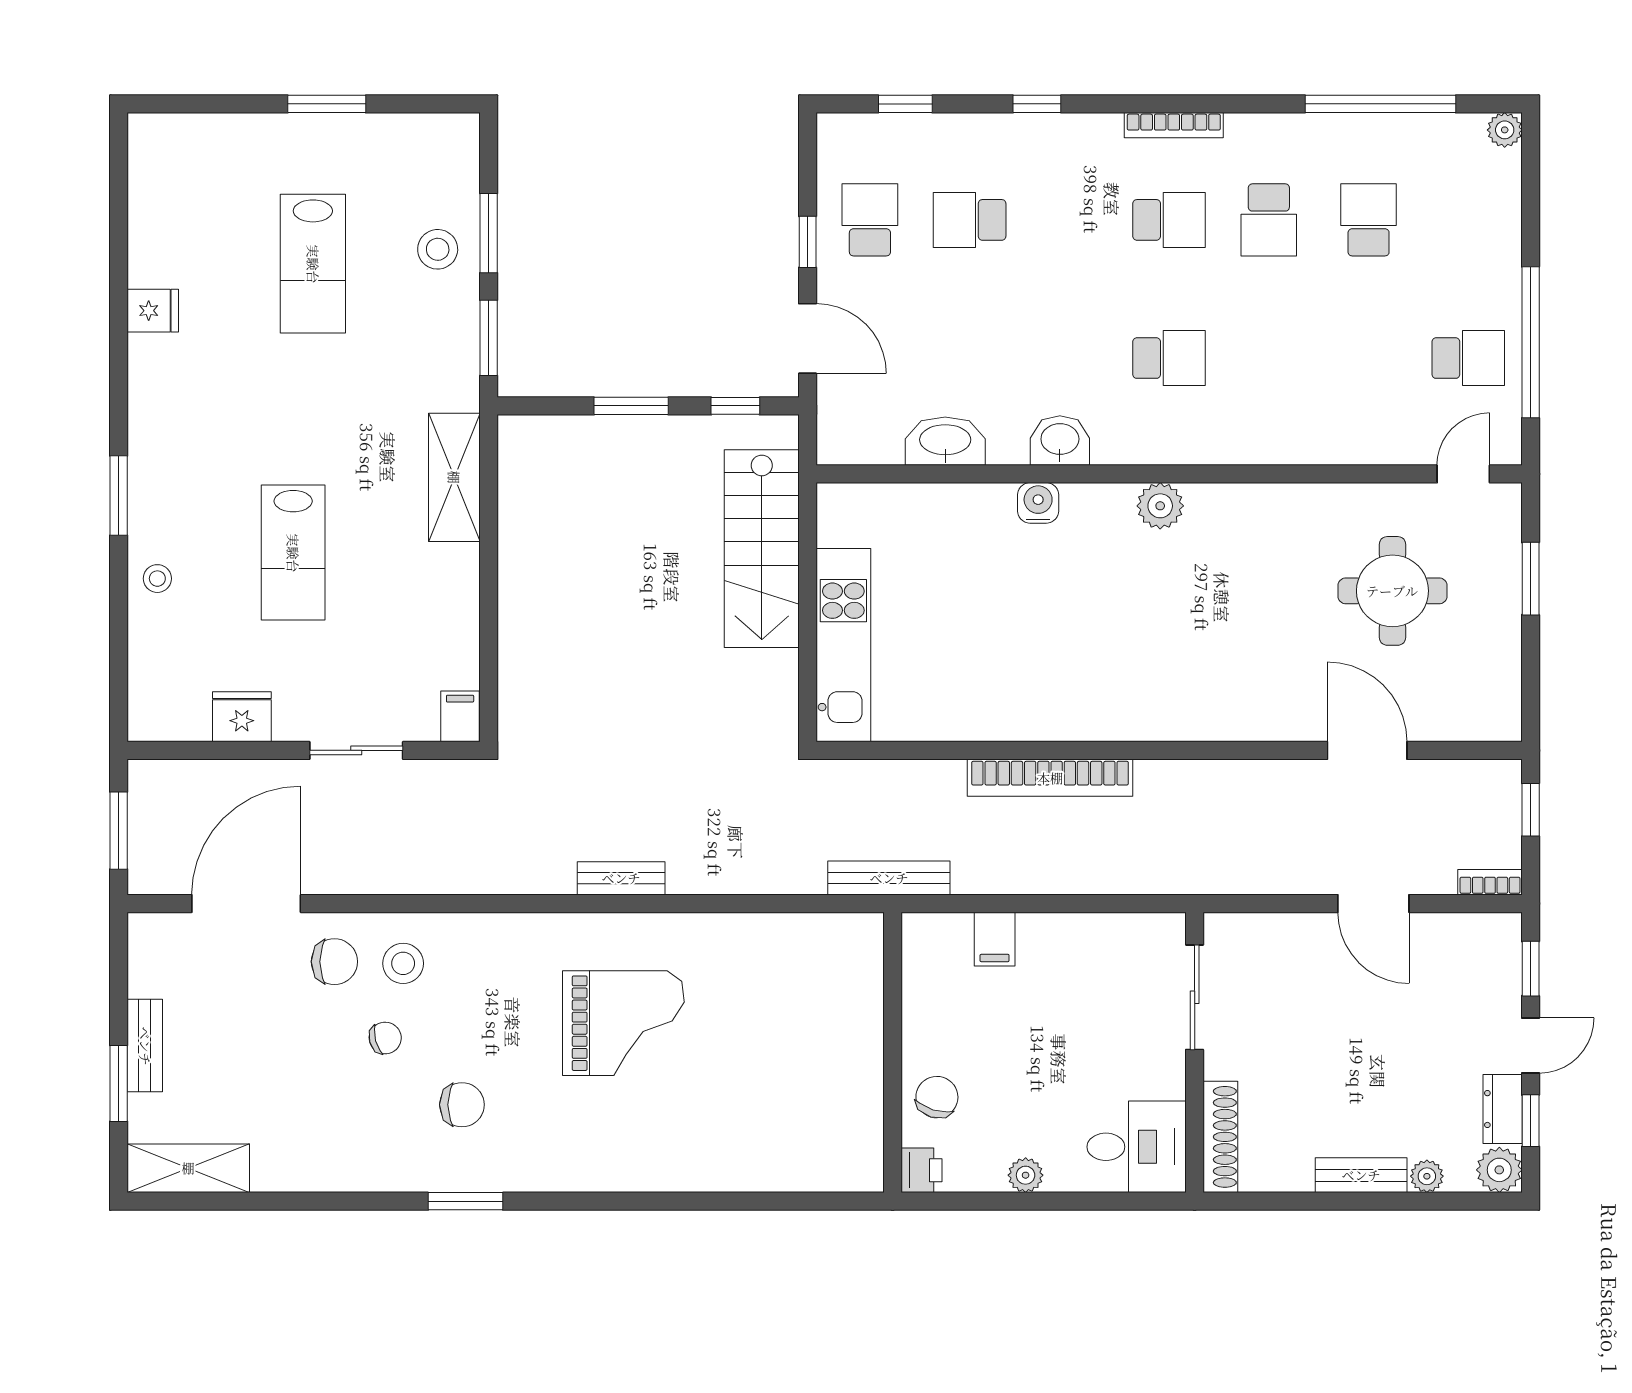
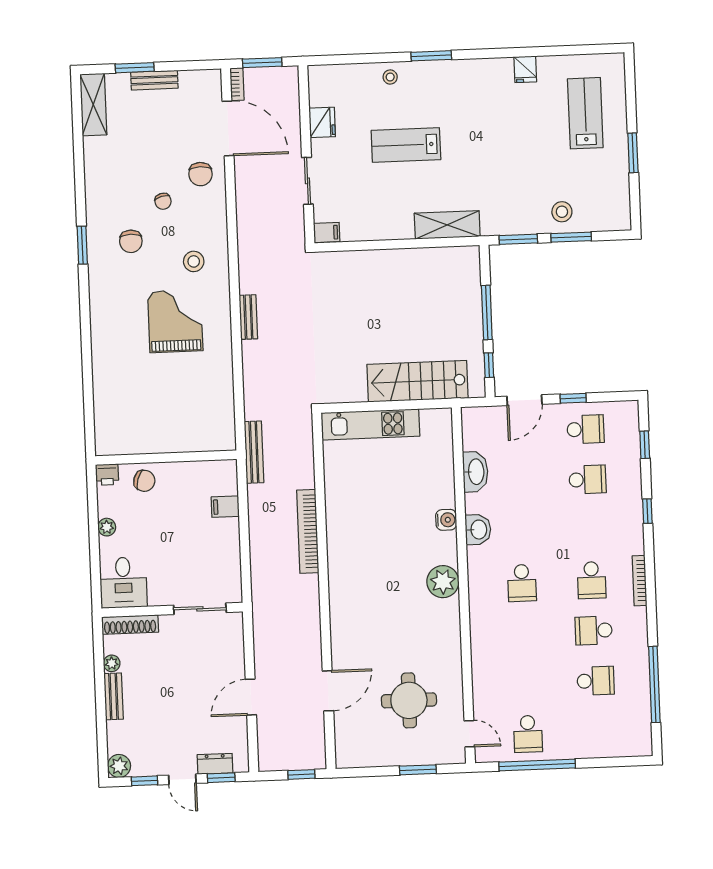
plant: (1505, 130) -> (644, 748), removed
school desk: (970, 220) -> (588, 480), turned 90
lab bench: (313, 264) -> (585, 113), moved, turned 90
window: (631, 406) -> (487, 313), width x1.44
plant: (1160, 506) -> (443, 582), width x1.36, depth x1.36
bookcase: (1490, 882) -> (237, 84), moved
stool: (403, 963) -> (194, 261), moved
grand piano: (623, 1023) -> (175, 321), turned 180
dresser: (1503, 1109) -> (215, 764), moved
plant: (1427, 1176) -> (112, 663), moved

